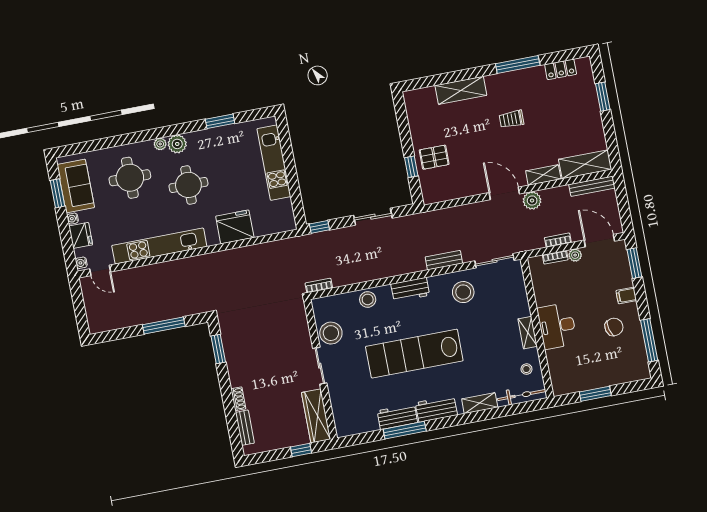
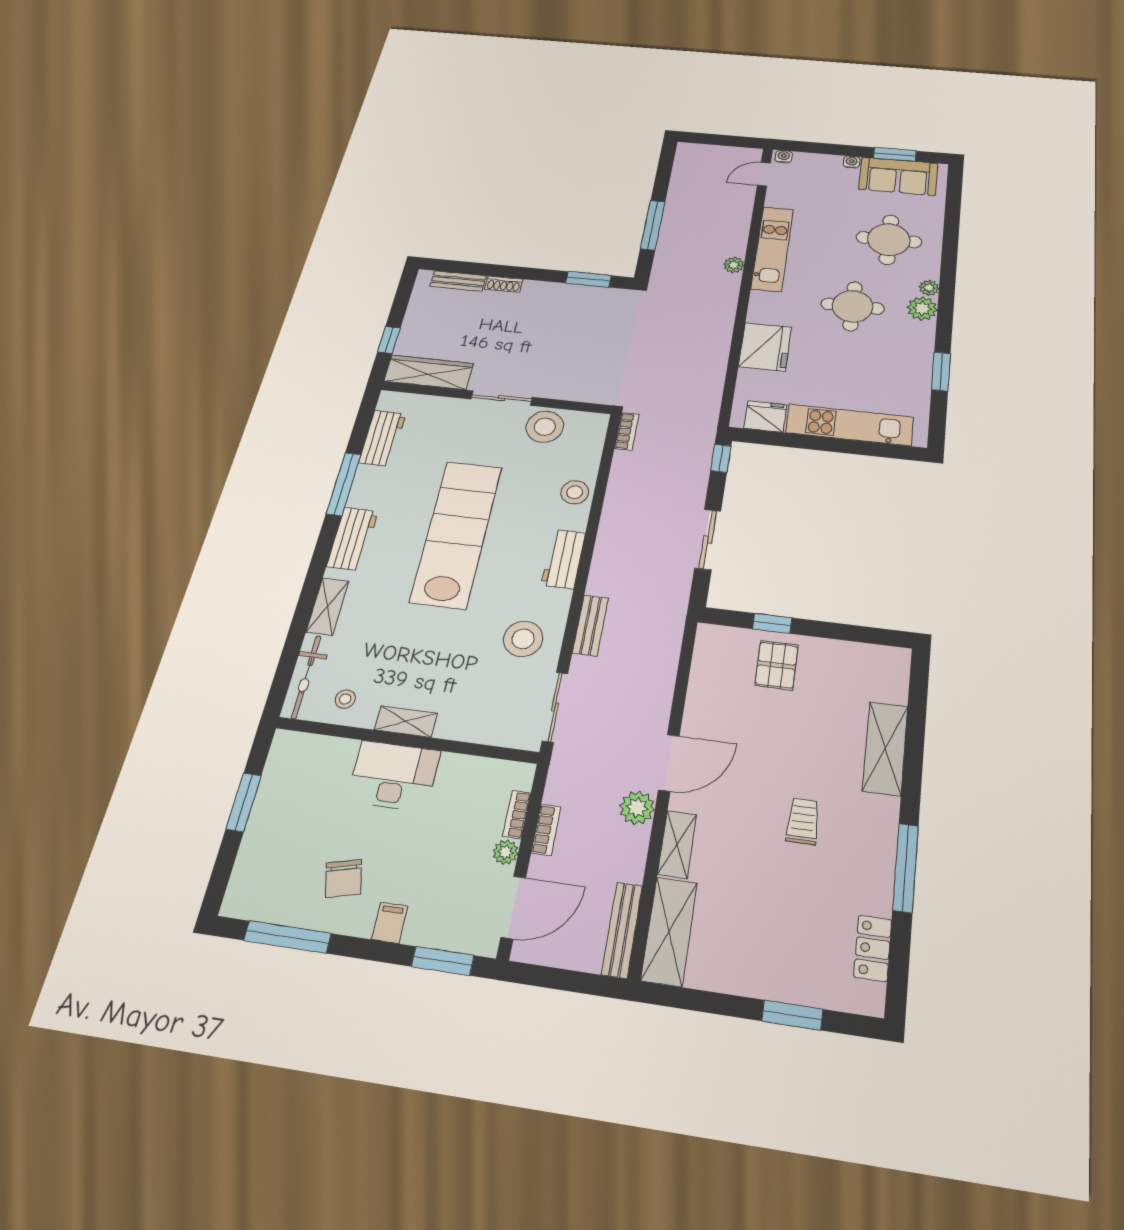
fridge: (81, 235) -> (765, 417), moved, turned 180
kitchen unit: (159, 246) -> (772, 249), width x0.73
plant: (179, 265) -> (734, 265), added
workbench: (397, 417) -> (382, 438), moved

